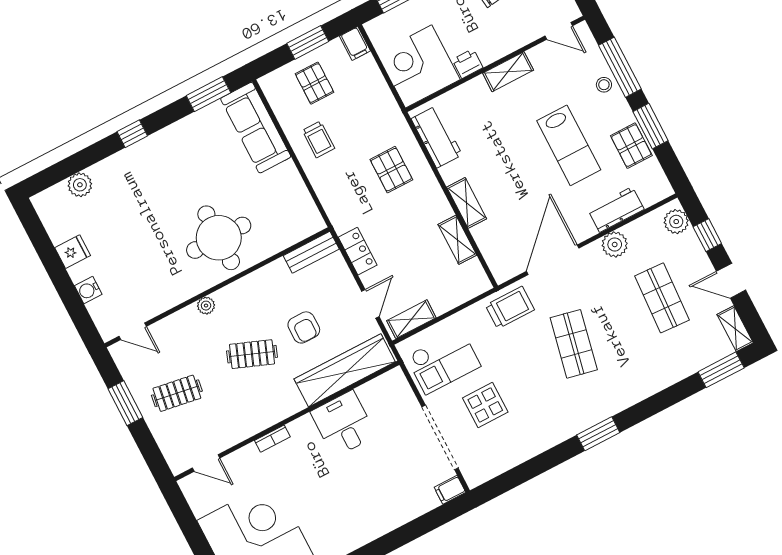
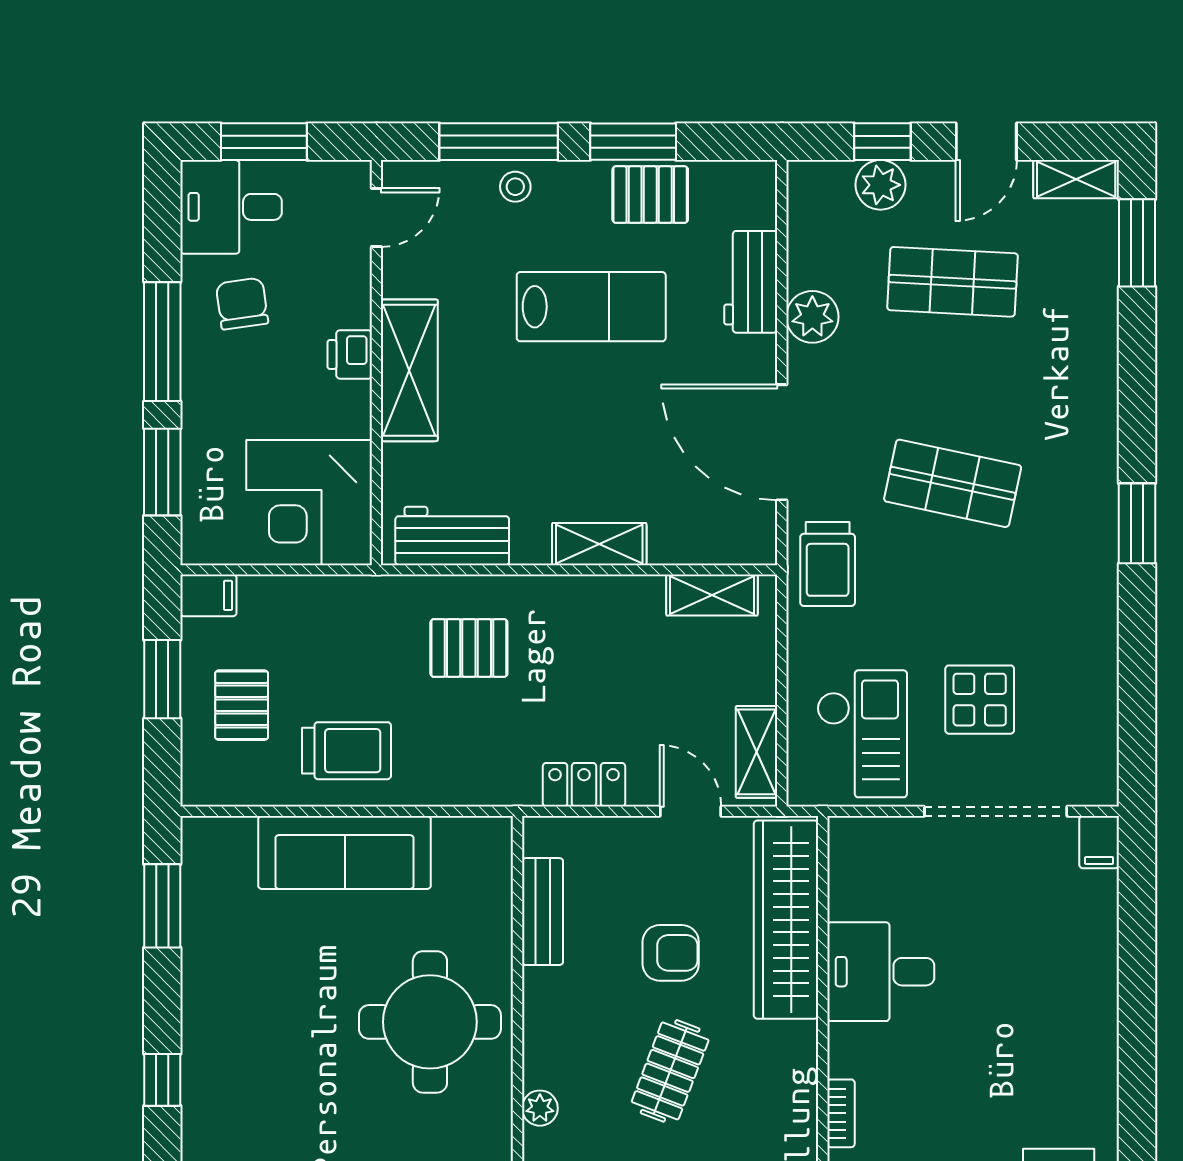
printer: (468, 64) -> (350, 354), moved
shelving: (508, 72) -> (409, 370), width x1.50, depth x1.33
pallet: (314, 83) -> (242, 705), turned 90
sofa: (256, 128) -> (345, 852), moved
trolley: (318, 139) -> (346, 751), width x1.36, depth x1.39
plant: (676, 222) -> (880, 185), moved
shelving: (457, 240) -> (712, 595), moved
bench: (311, 252) -> (543, 912), moved
trolley: (510, 307) -> (828, 564), turned 180

